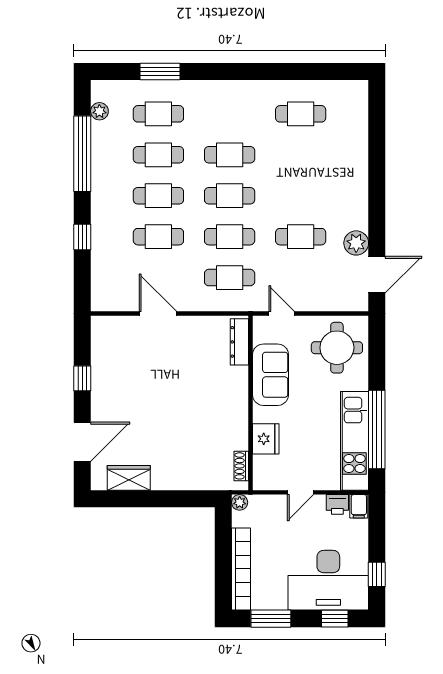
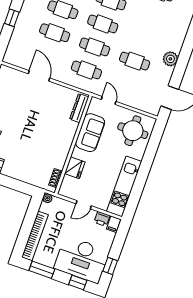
plant: (356, 243) -> (170, 59), moved
window: (377, 430) -> (139, 185), removed

